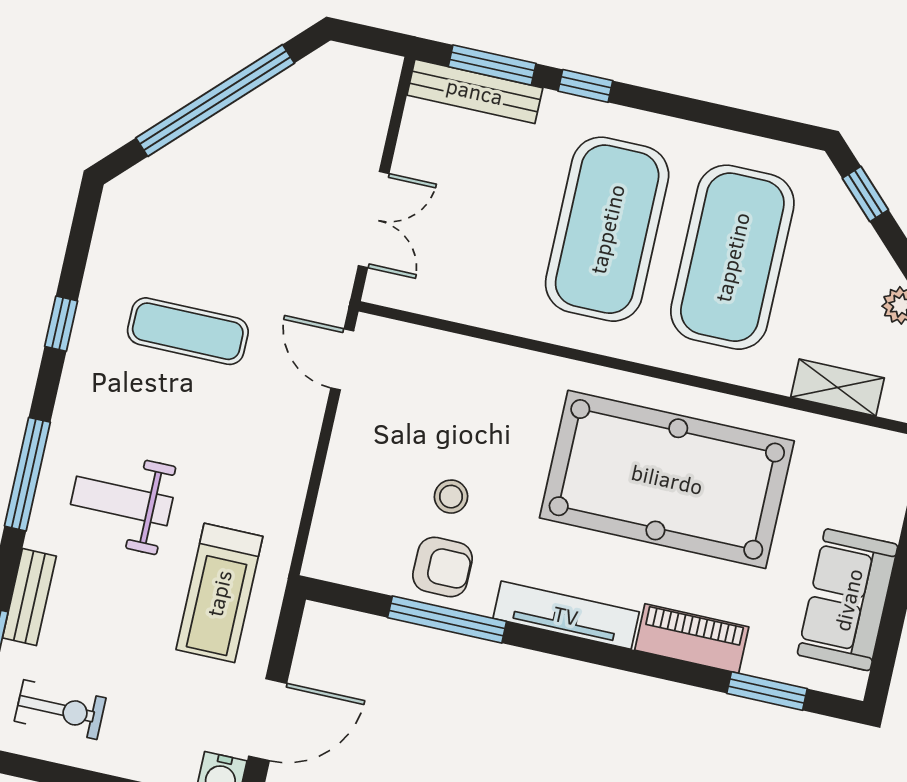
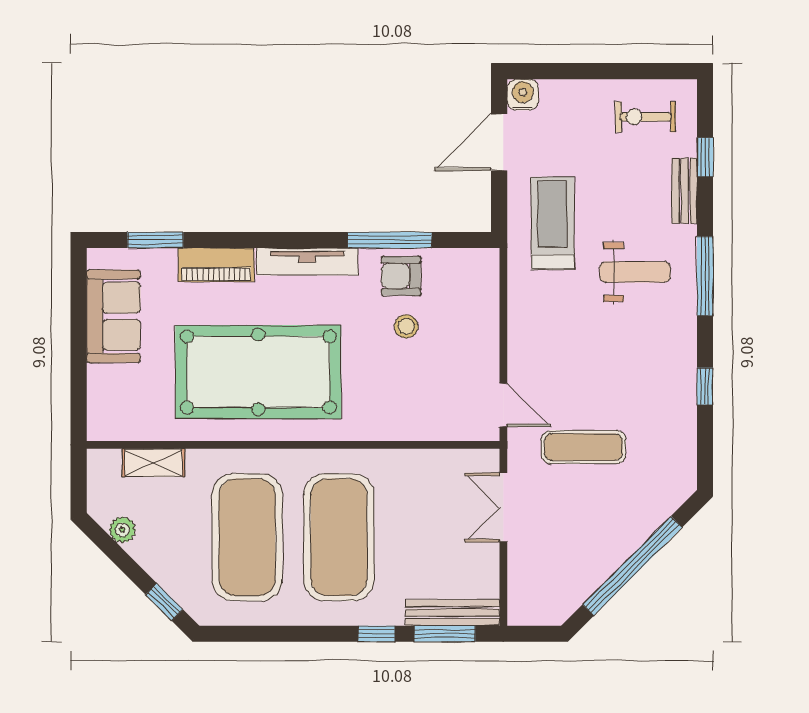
exercise mat: (188, 331) -> (583, 447), moved

